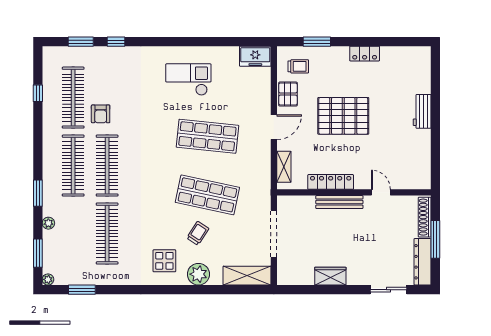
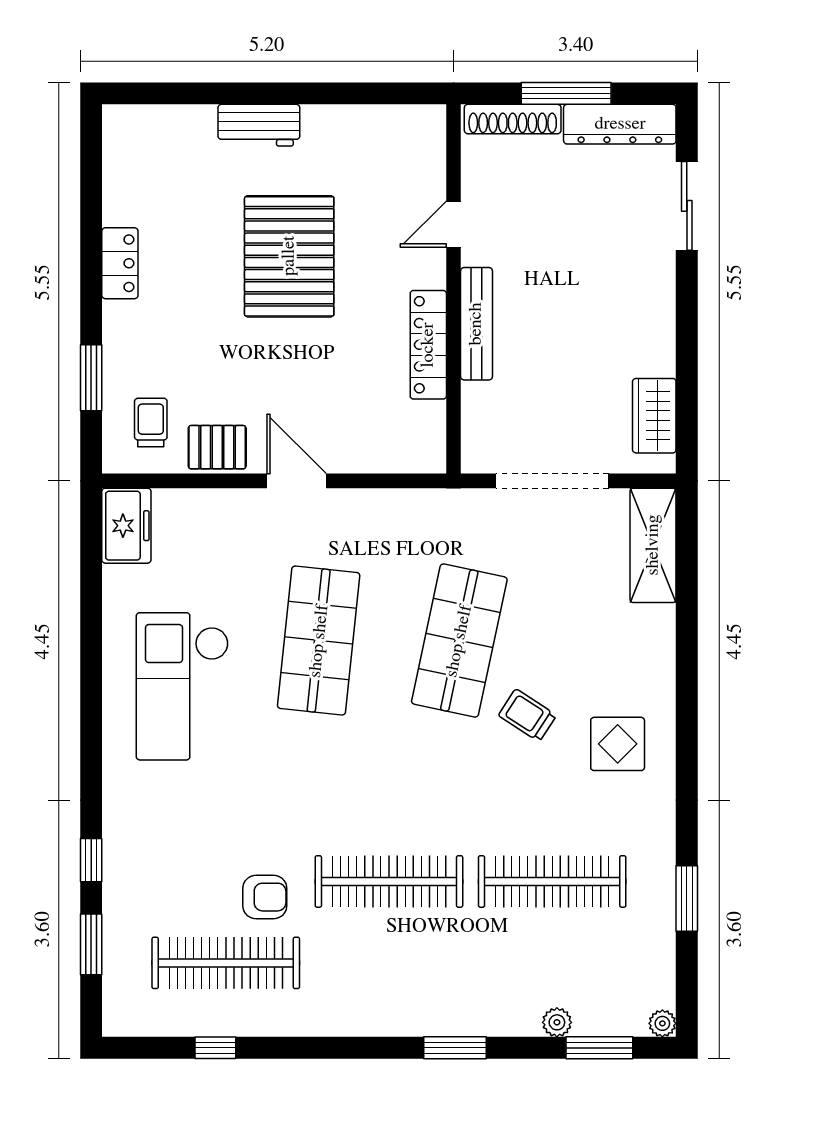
checkout: (188, 80) -> (182, 686), width x1.36, depth x1.21
pallet: (343, 116) -> (289, 256), moved
clothes rail: (73, 166) -> (389, 963), removed
shelving: (284, 167) -> (392, 457), removed
plant: (48, 223) -> (557, 1022), moved
trolley: (198, 233) -> (527, 715), moved
plant: (198, 274) -> (650, 662), removed
wardrobe: (330, 276) -> (654, 416), moved
window: (82, 290) -> (687, 899), moved

